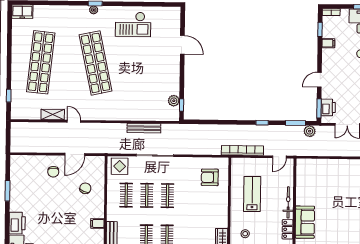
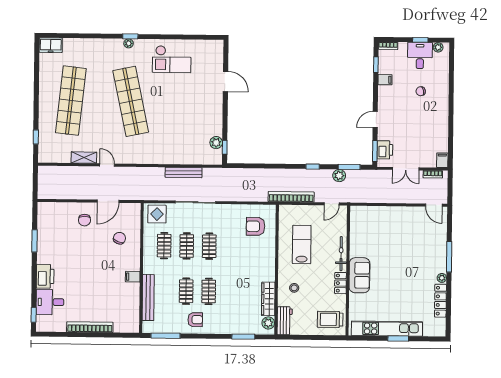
plant: (310, 131) -> (339, 176), moved

